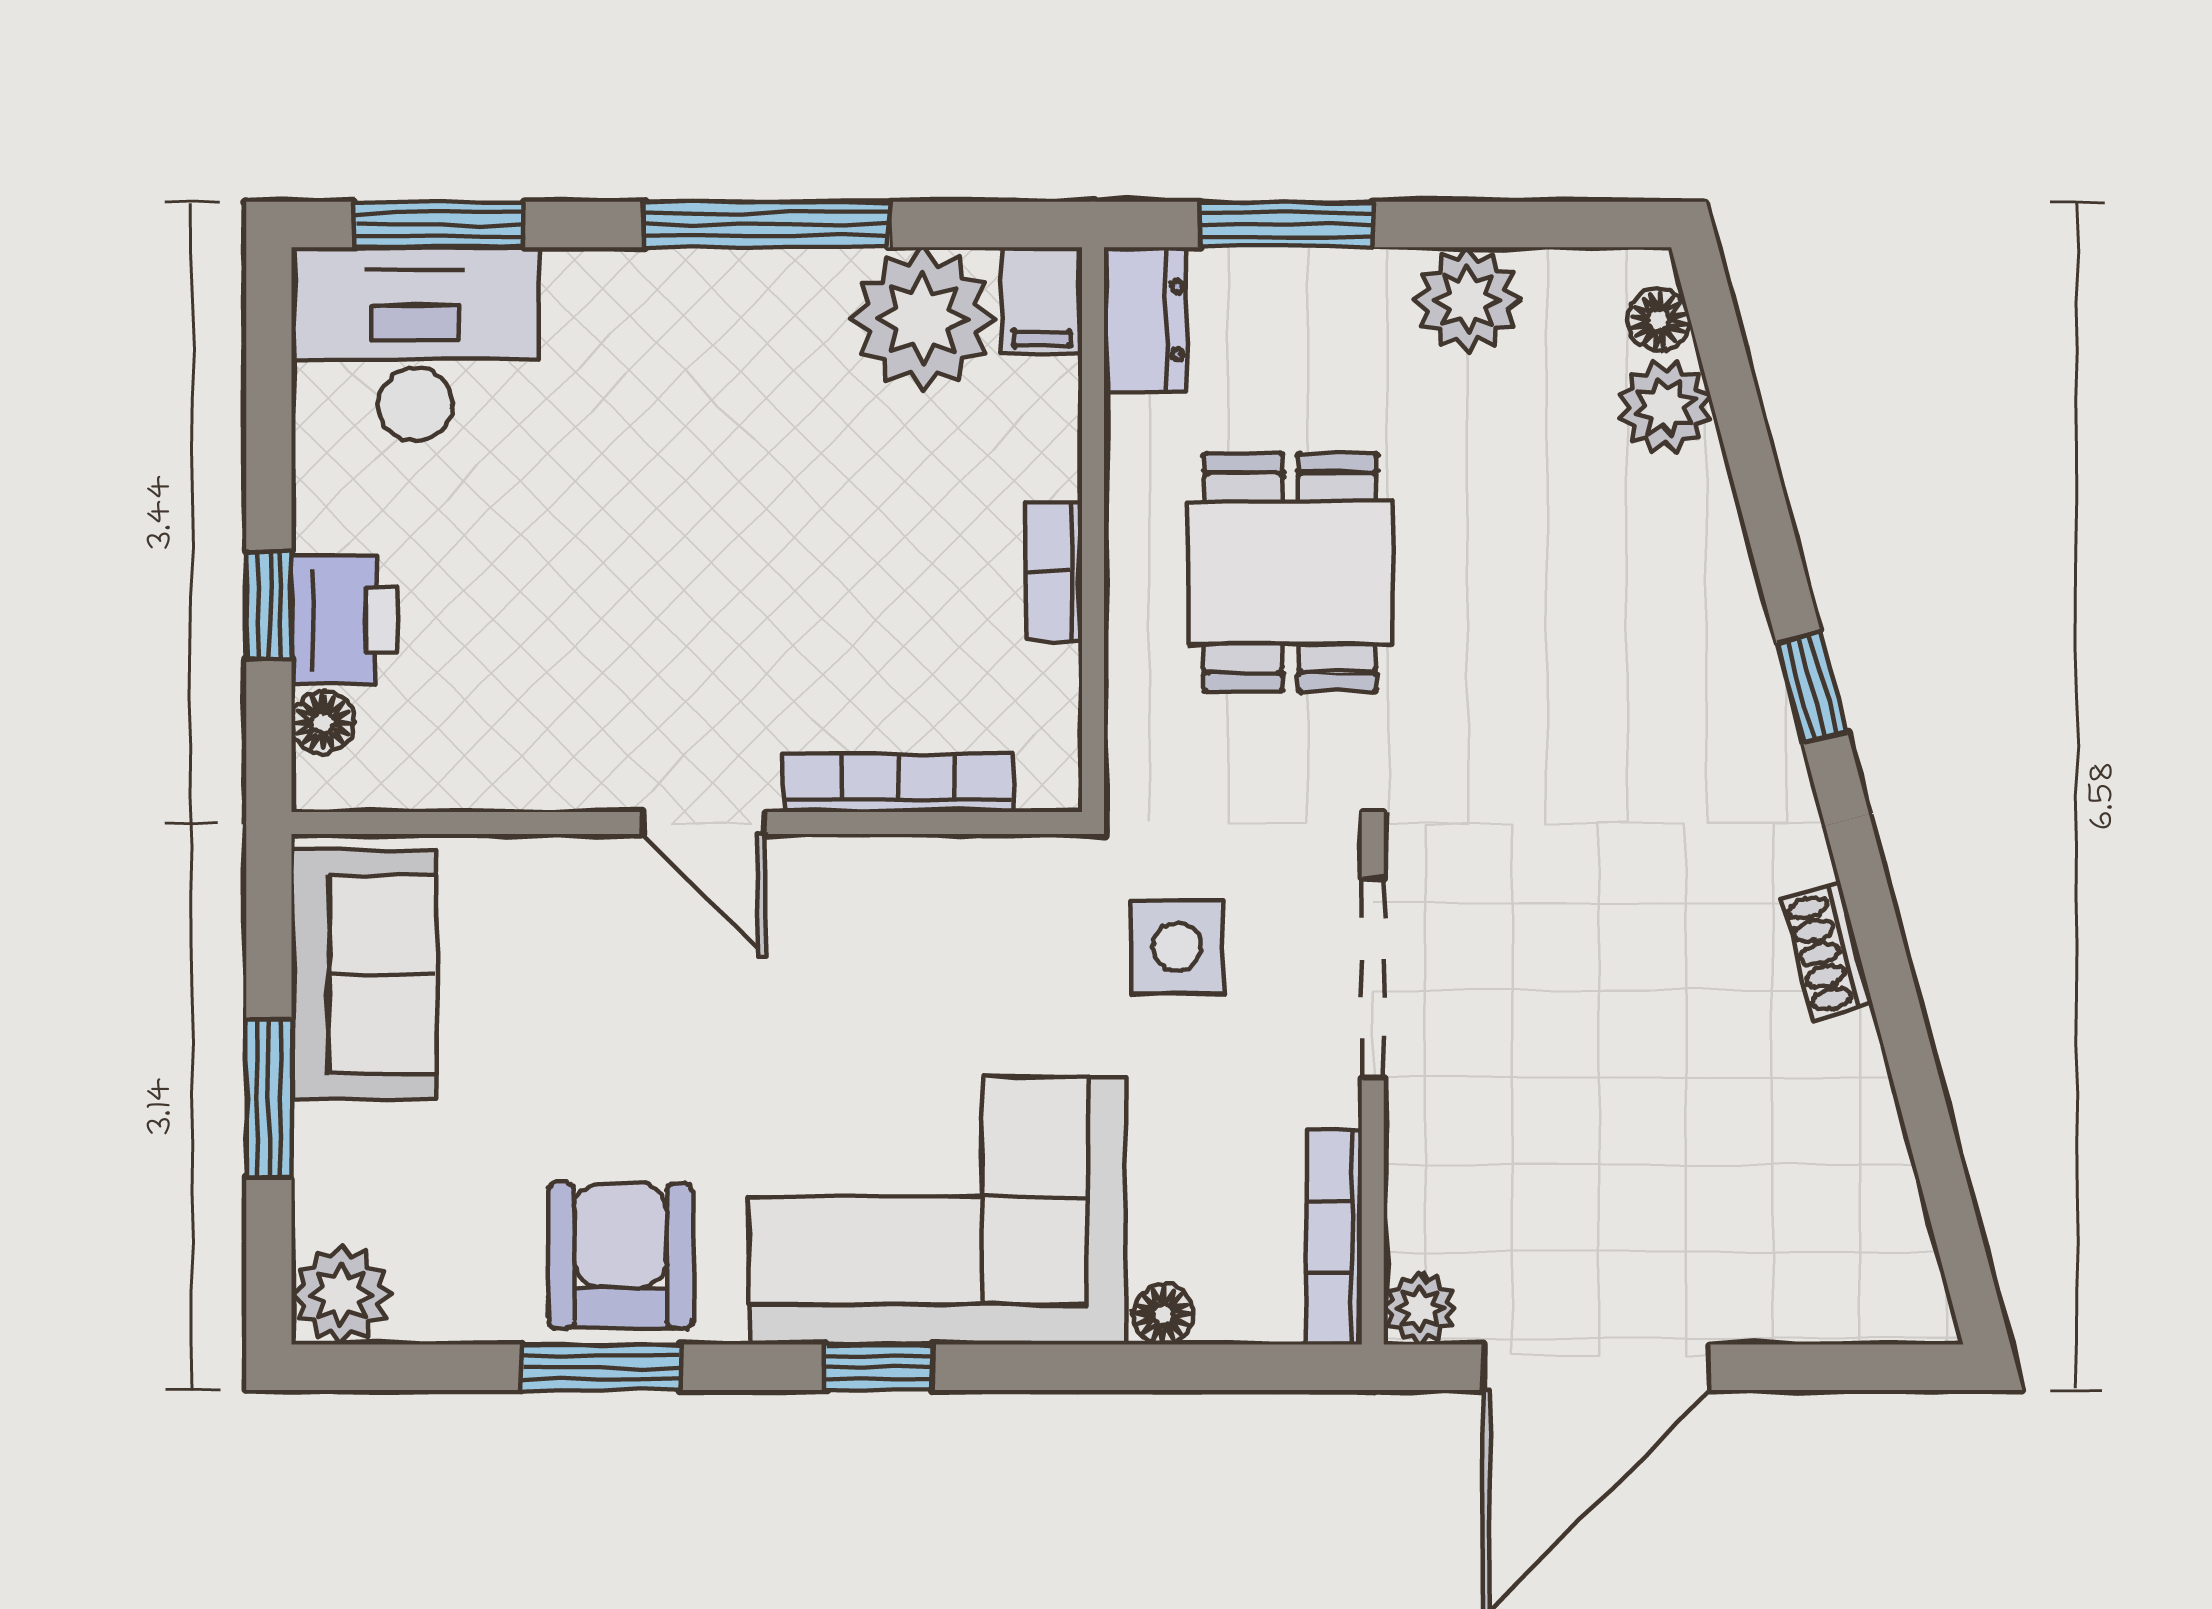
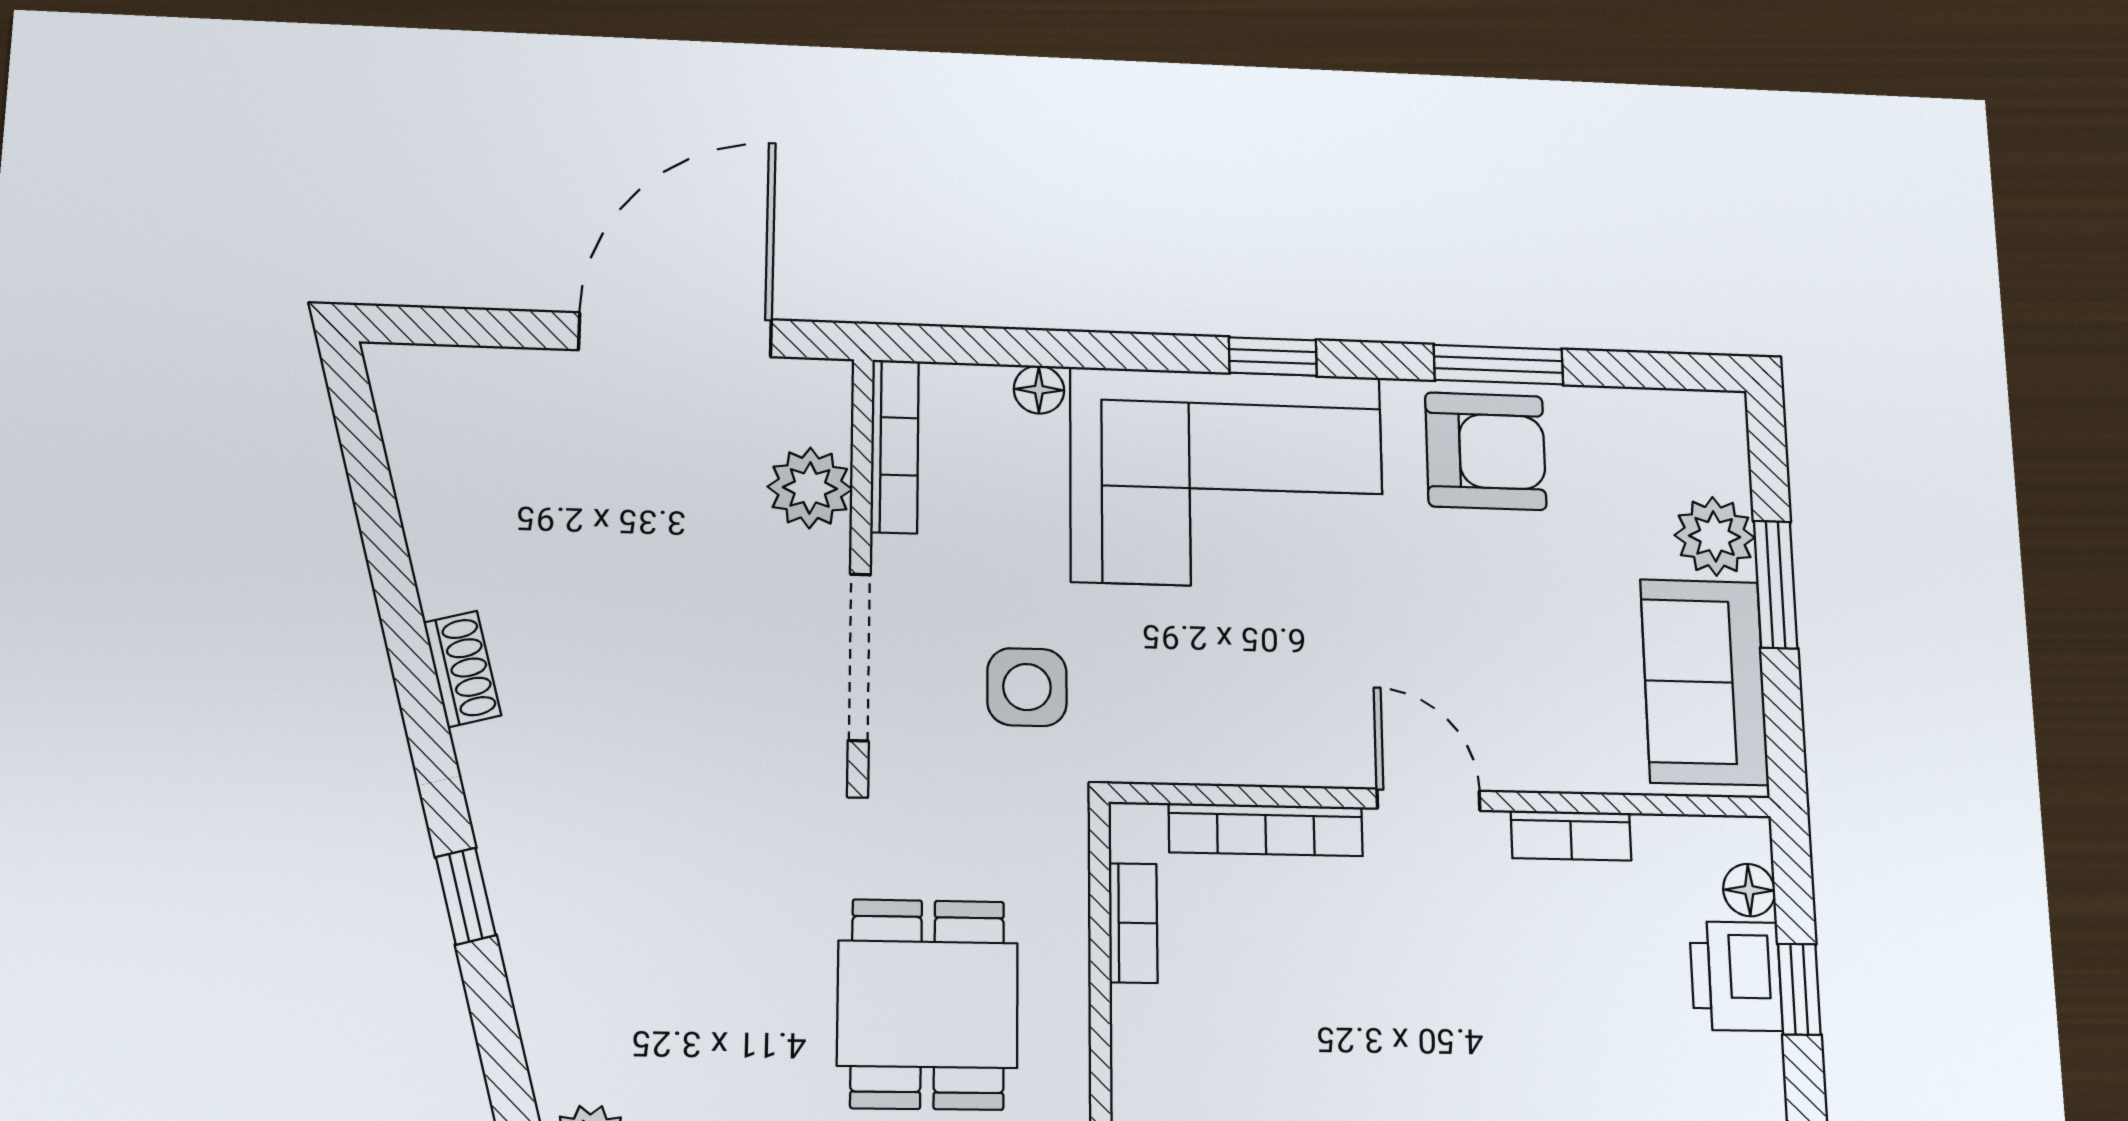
bookcase: (1054, 571) -> (1133, 923), moved
bookcase: (535, 784) -> (1571, 835), added
armchair: (620, 1256) -> (1486, 451), turned -90
plant: (341, 1295) -> (1715, 536), moved
plant: (1420, 1308) -> (810, 488), moved, width x1.38, depth x1.38

